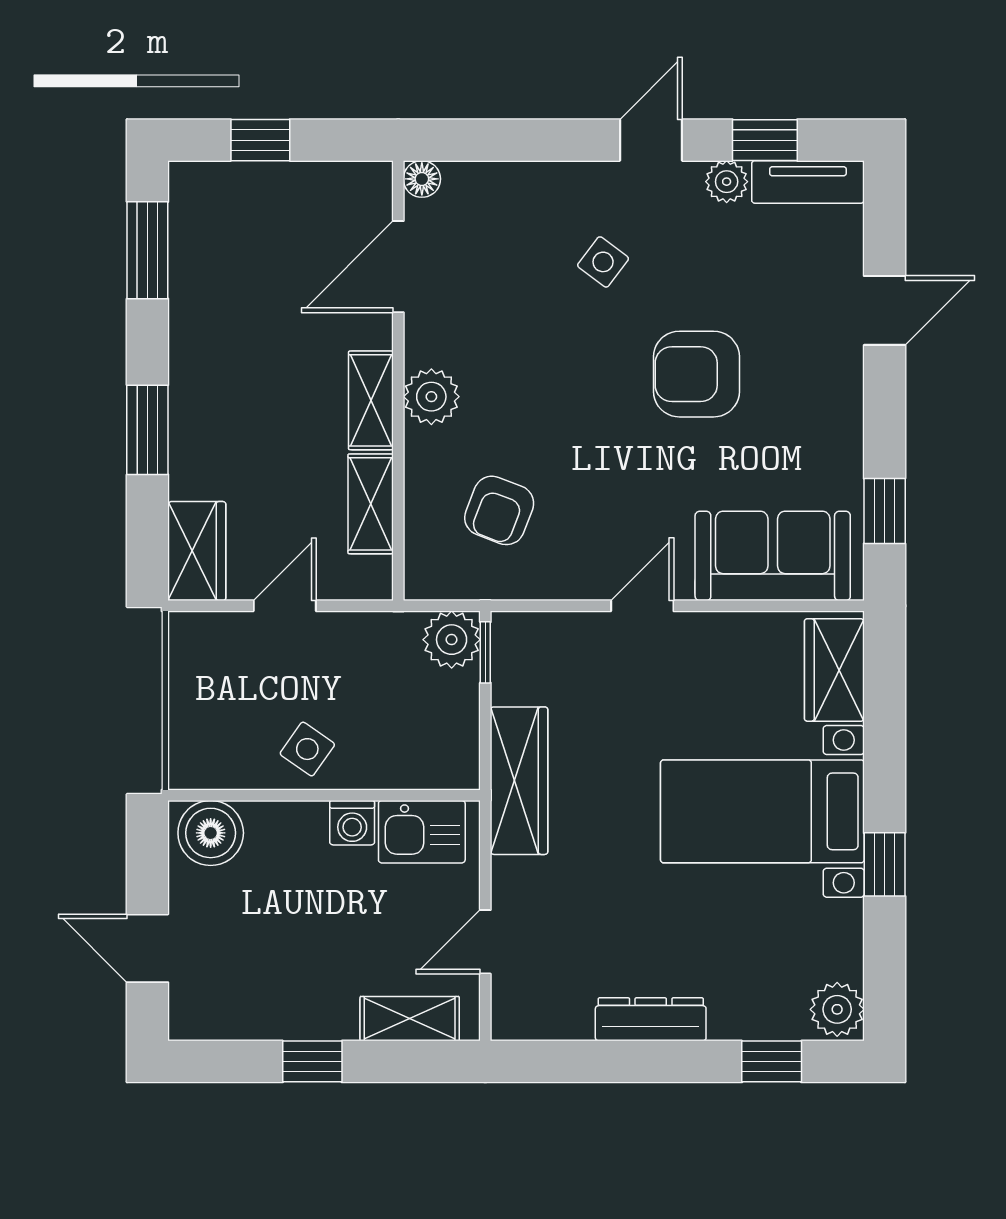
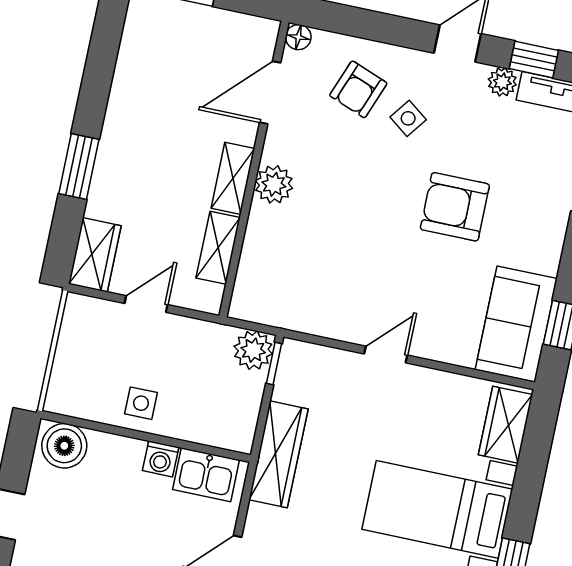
window: (147, 250) -> (104, 46), removed
armchair: (499, 510) -> (358, 89), moved
sofa: (773, 556) -> (516, 324), moved, turned -90
side table: (307, 749) -> (141, 403), turned -35

